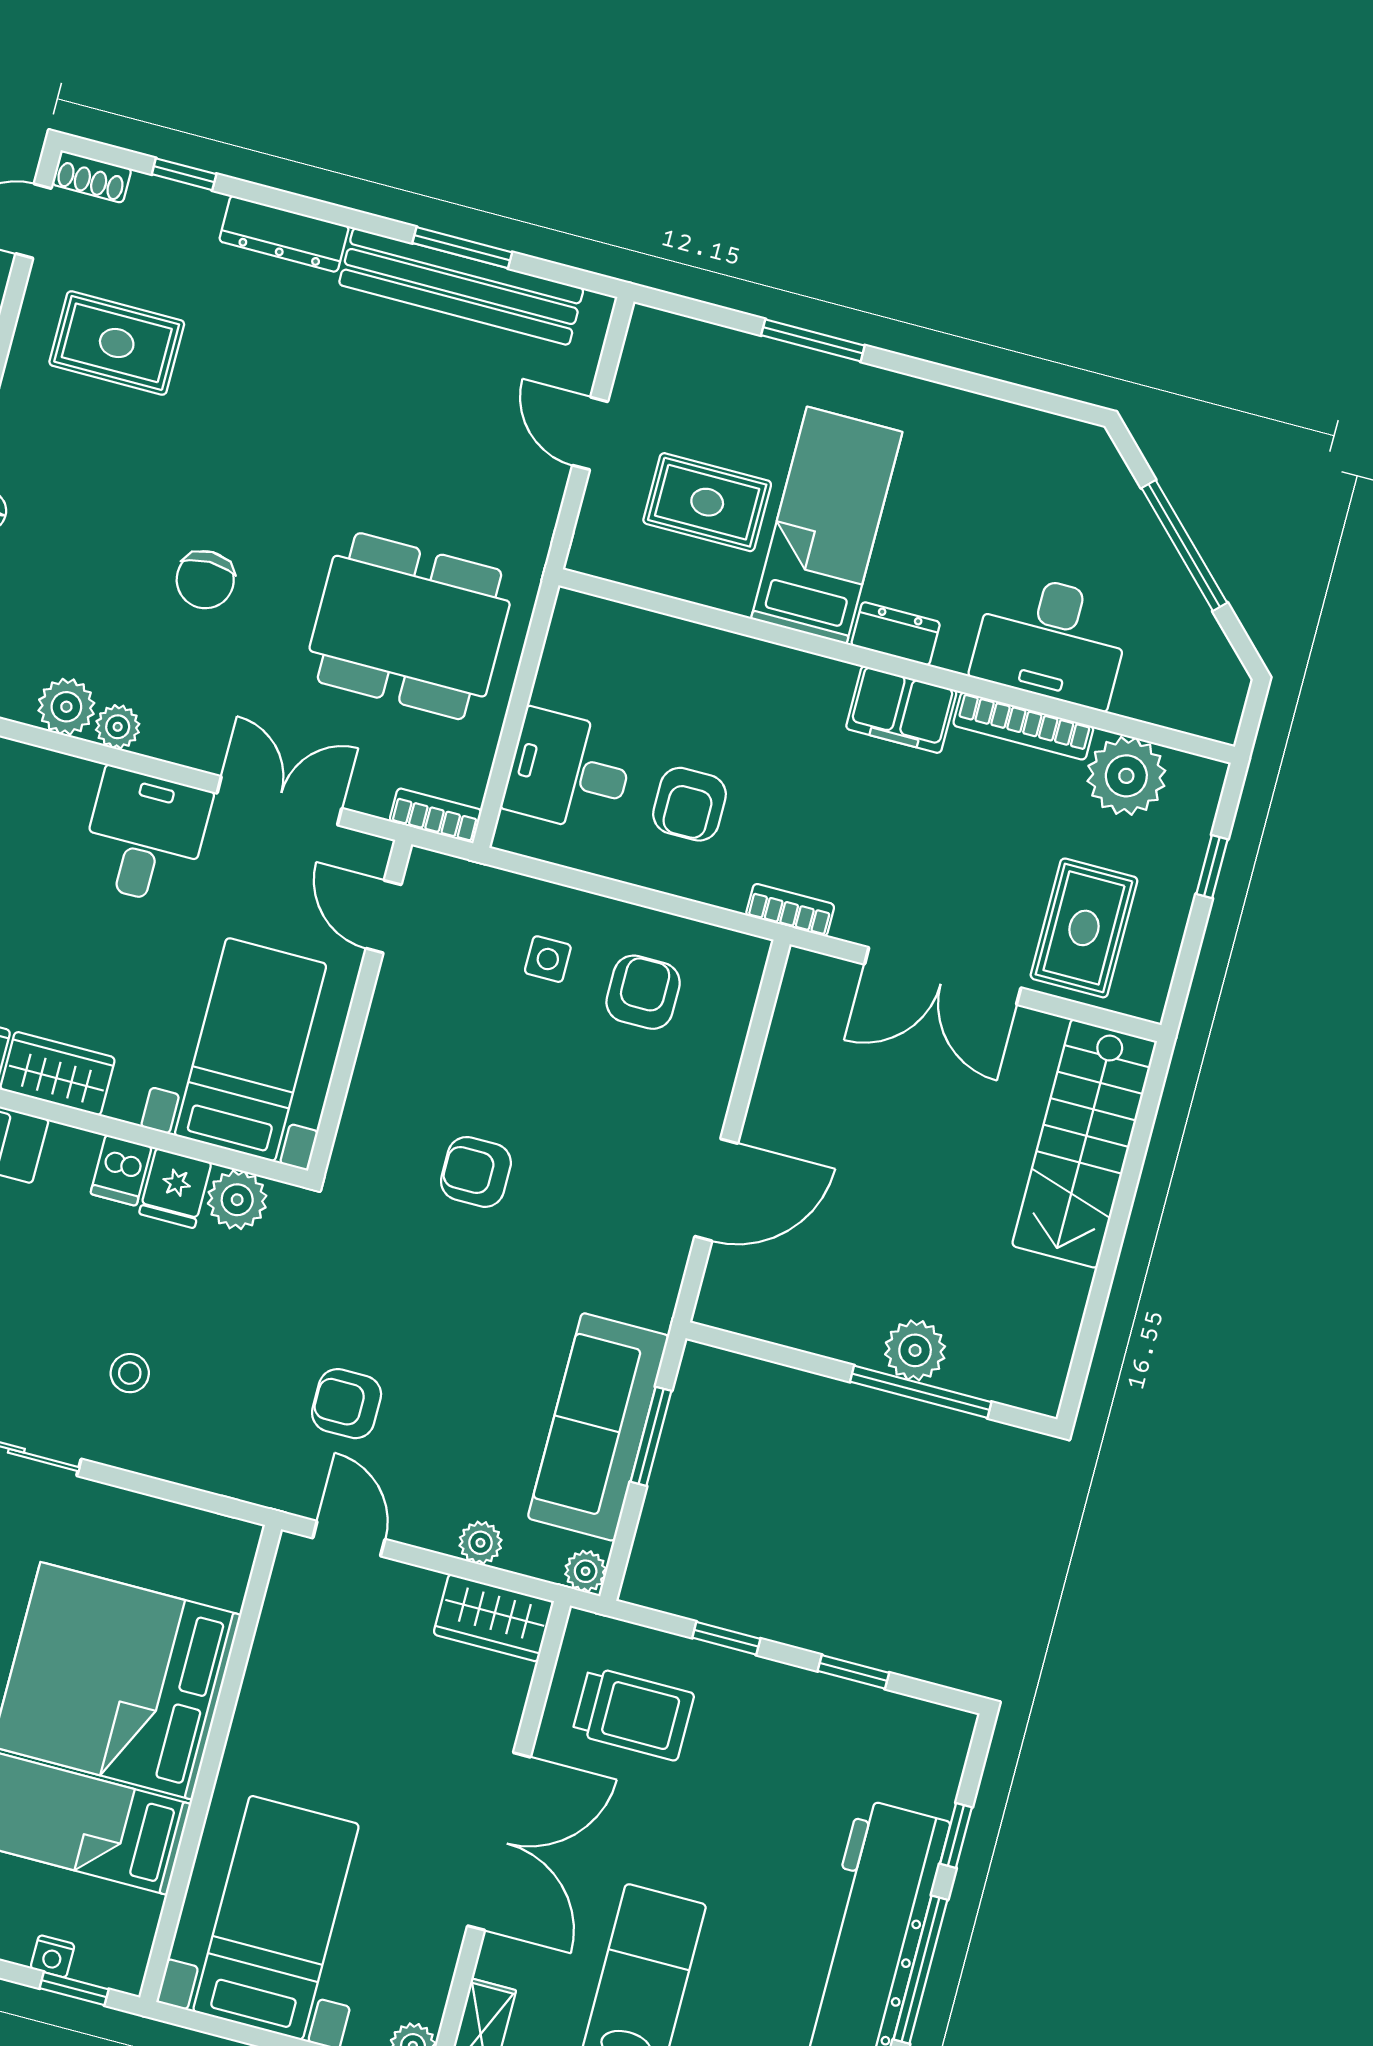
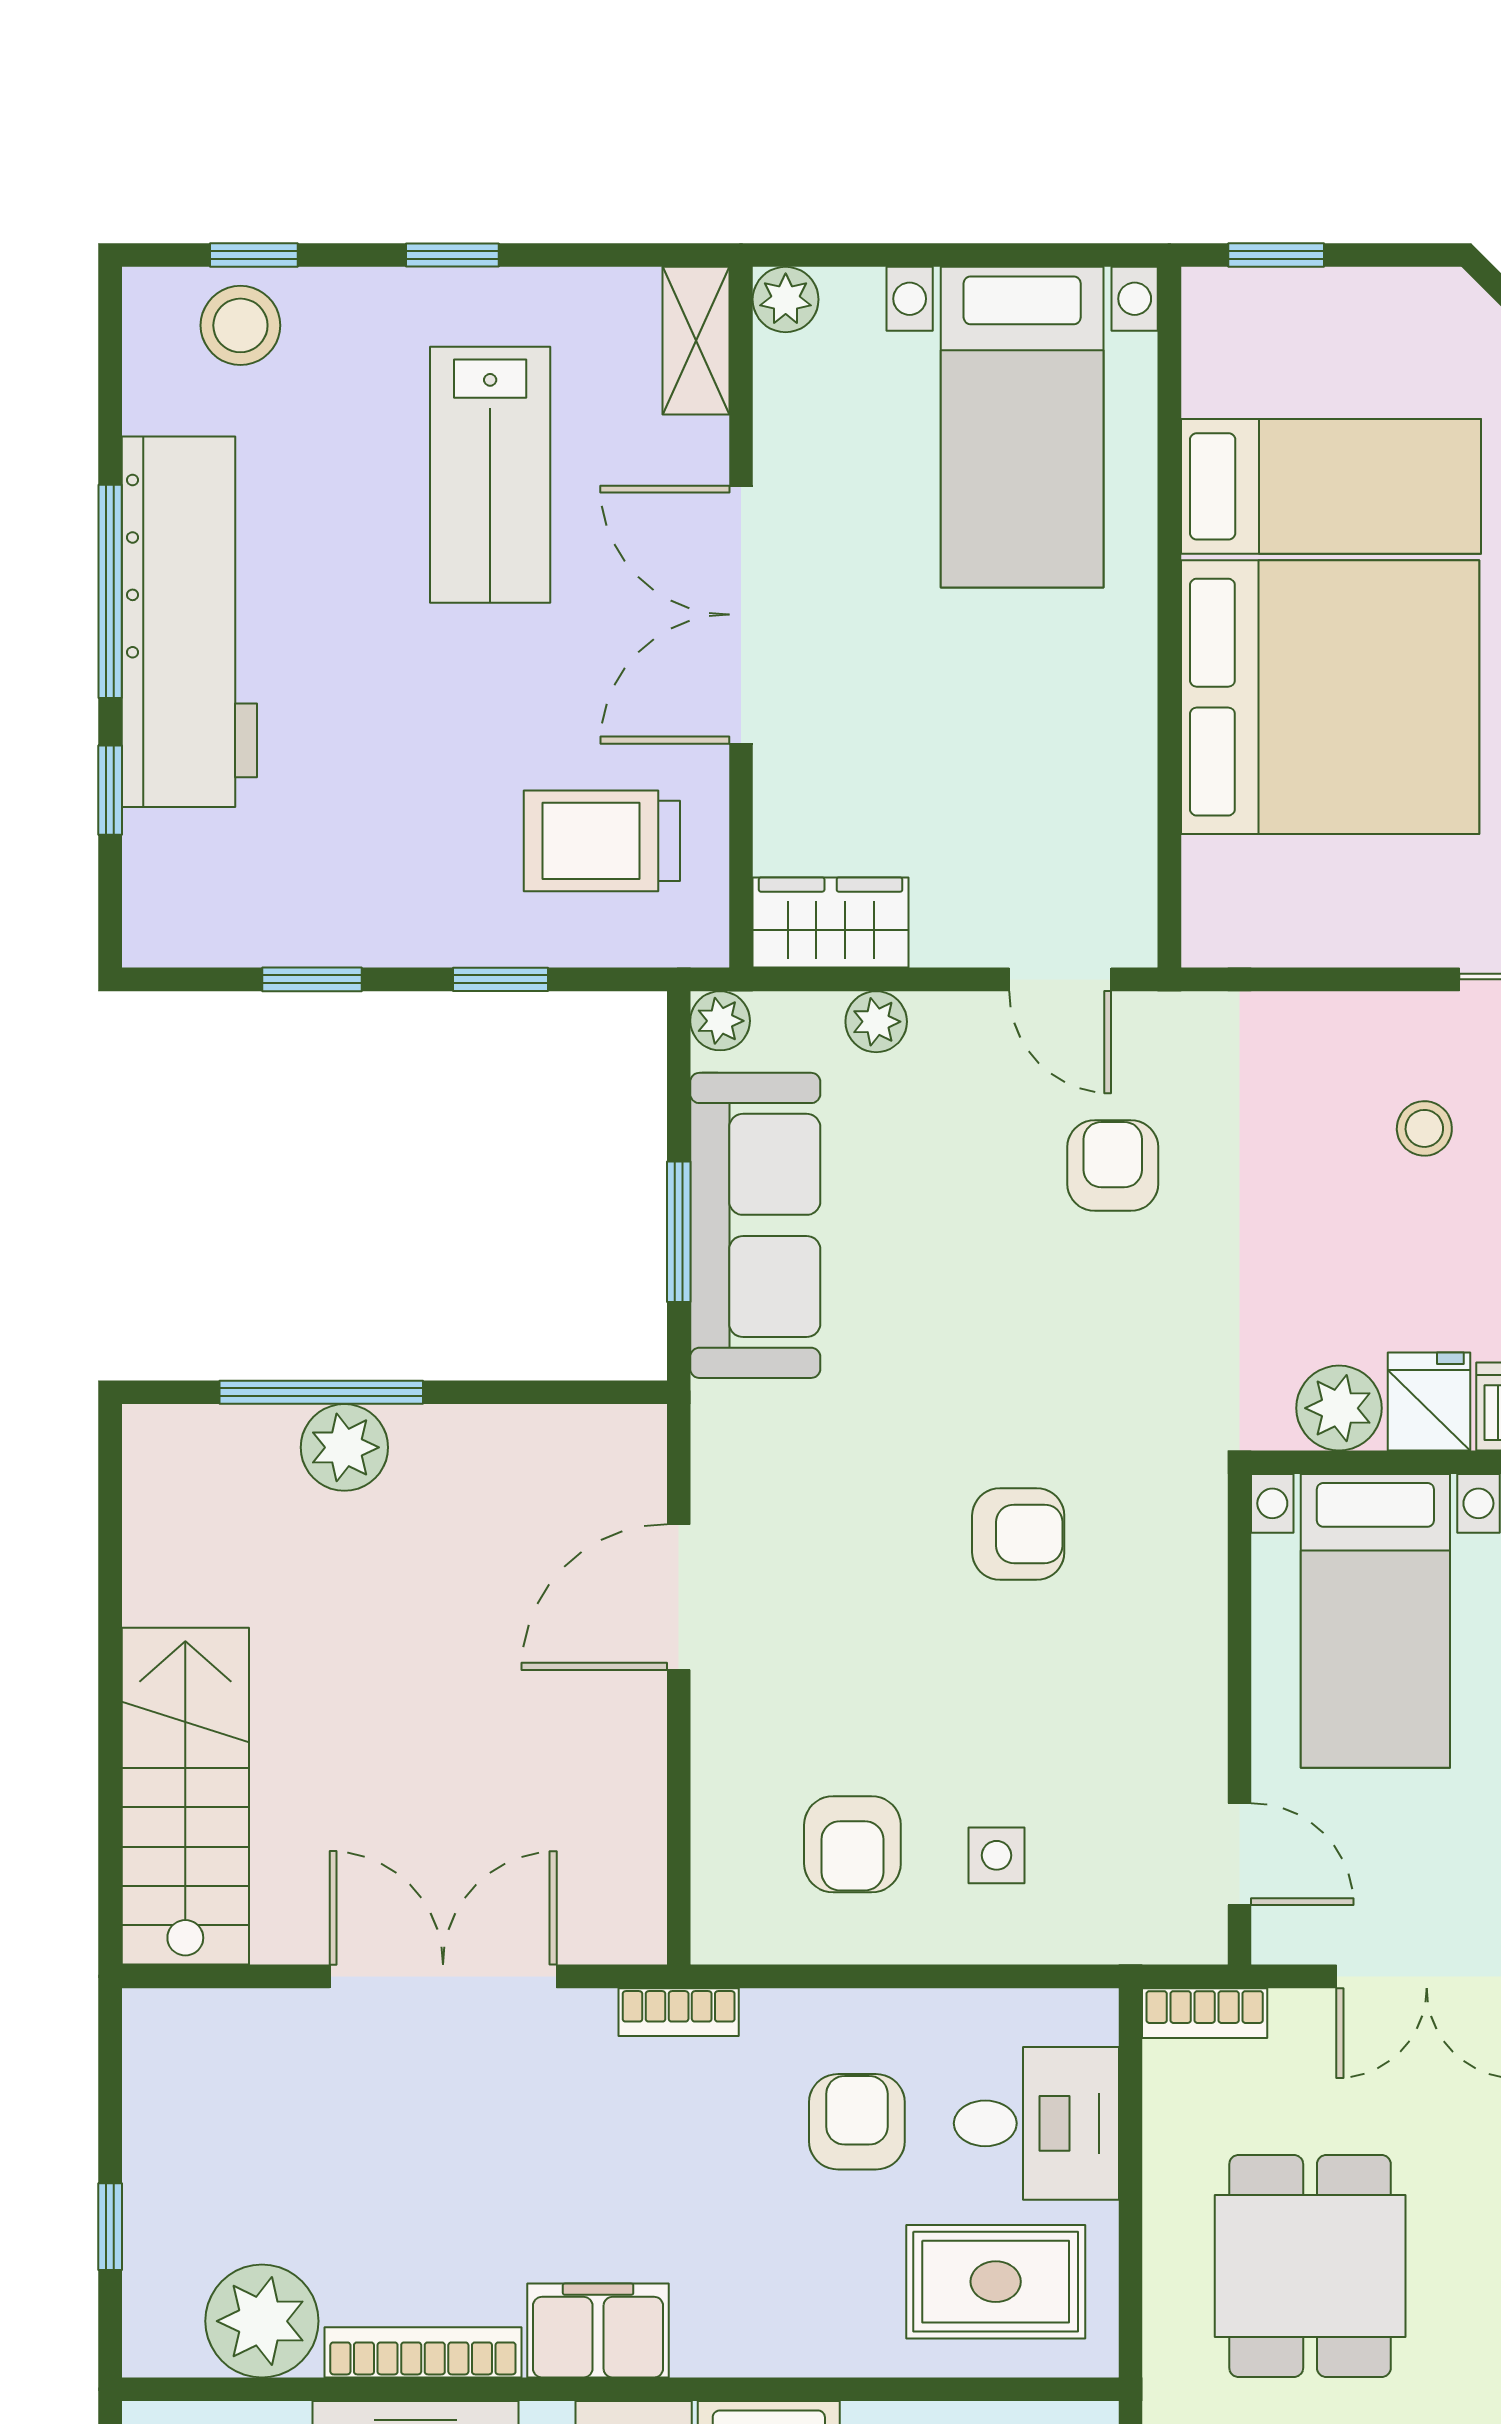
dining table: (410, 626) -> (1310, 2266), width x0.73
rug: (1084, 928) -> (996, 2282), moved, turned 90
armchair: (347, 1404) -> (1113, 1166), turned -90
nightstand: (53, 1956) -> (1318, 292), removed

